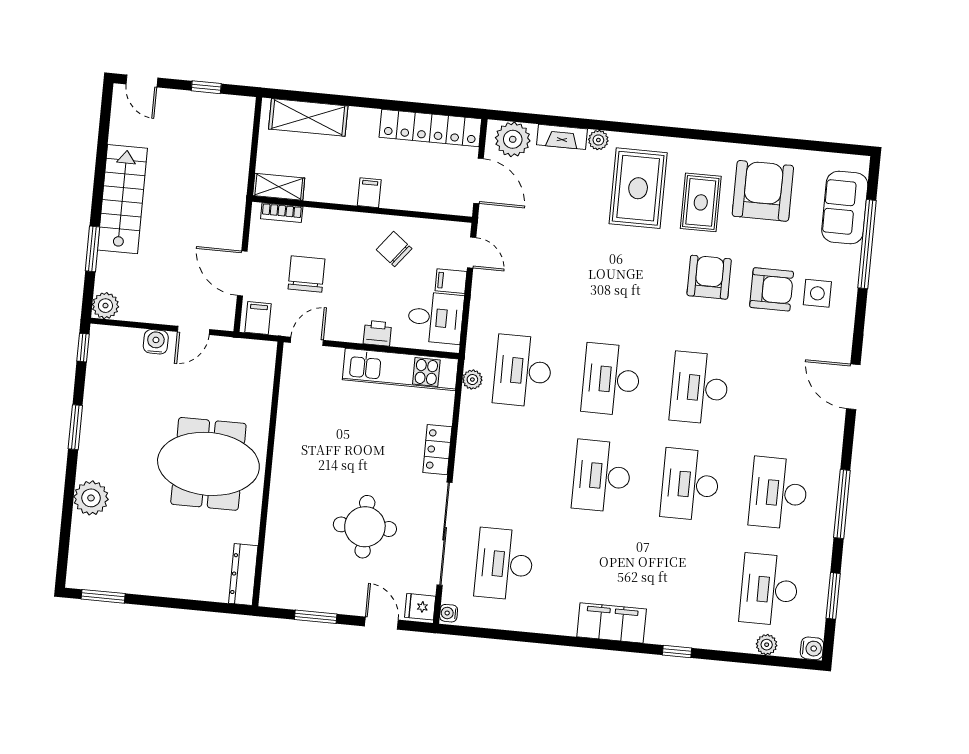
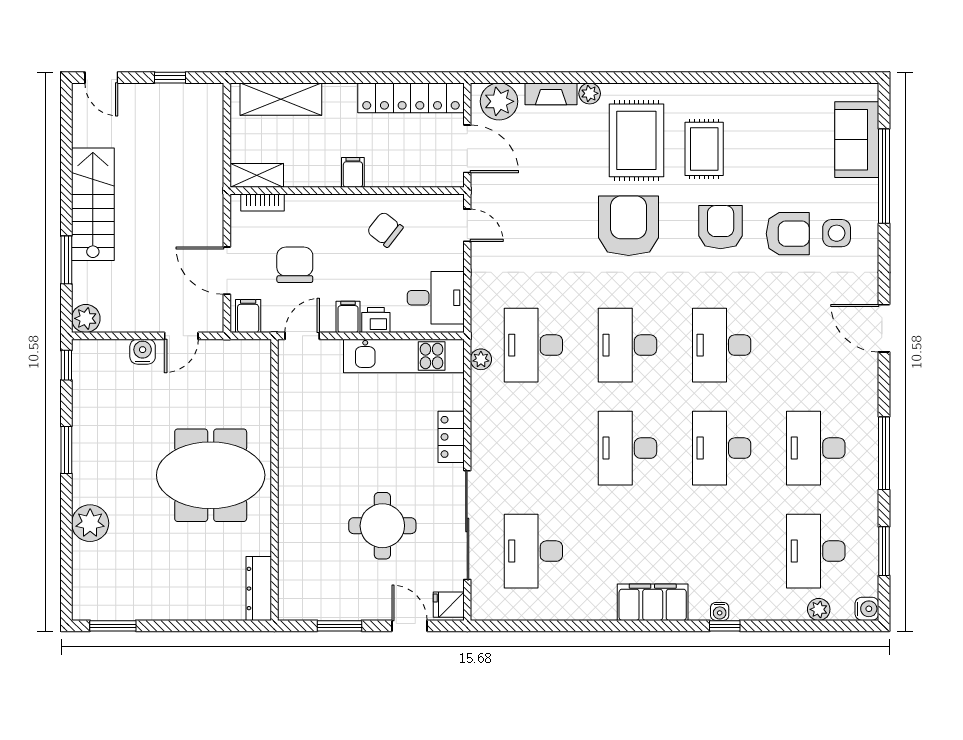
armchair: (763, 191) -> (629, 226), moved
filing cabinet: (451, 281) -> (348, 317), moved, turned 90
water cooler: (449, 613) -> (720, 611), moved, turned -90

